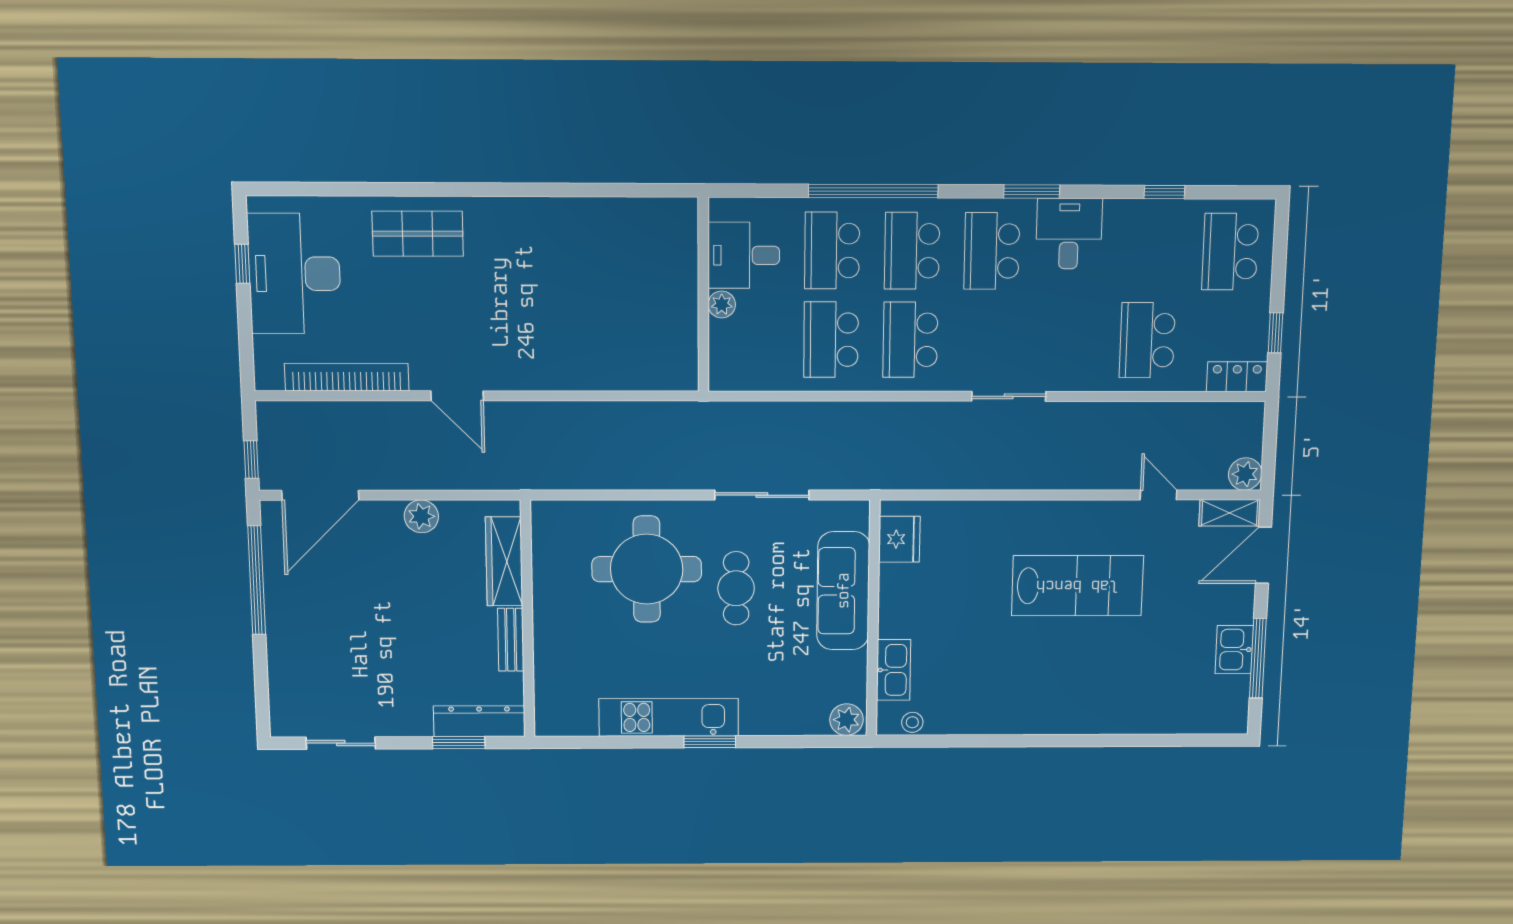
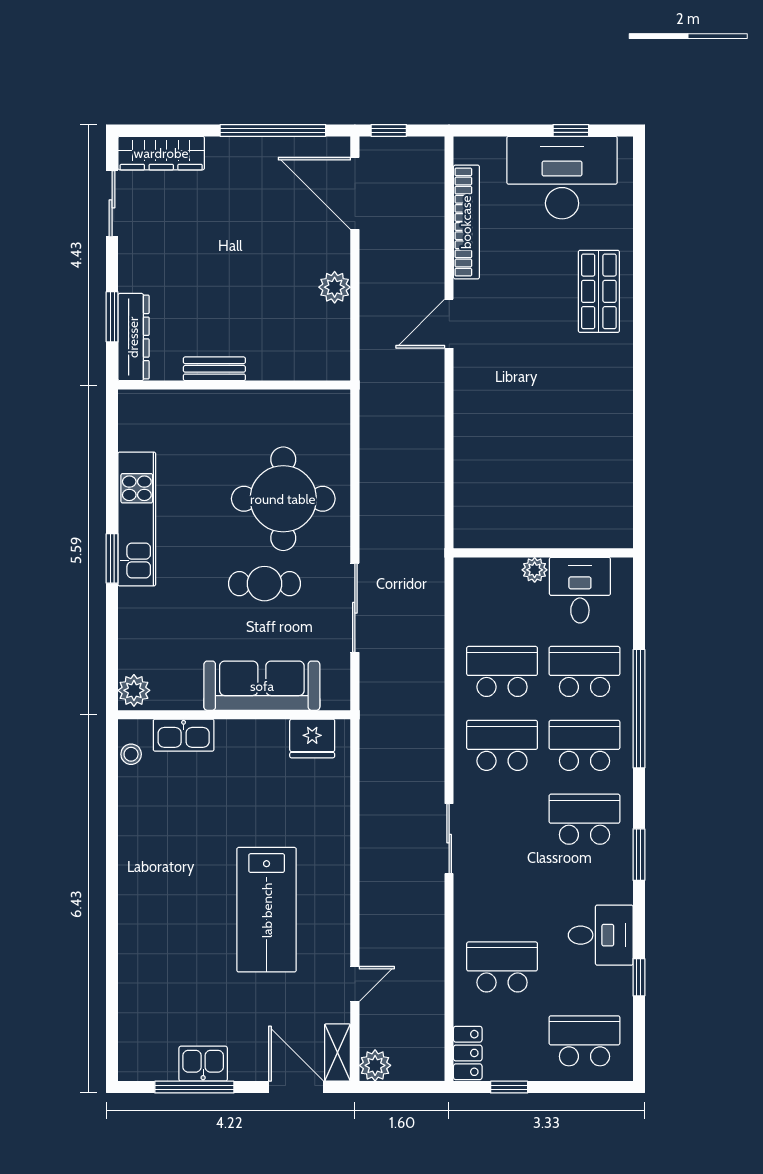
desk: (1069, 234) -> (601, 935), moved
wardrobe: (504, 561) -> (161, 153), moved, turned 180

